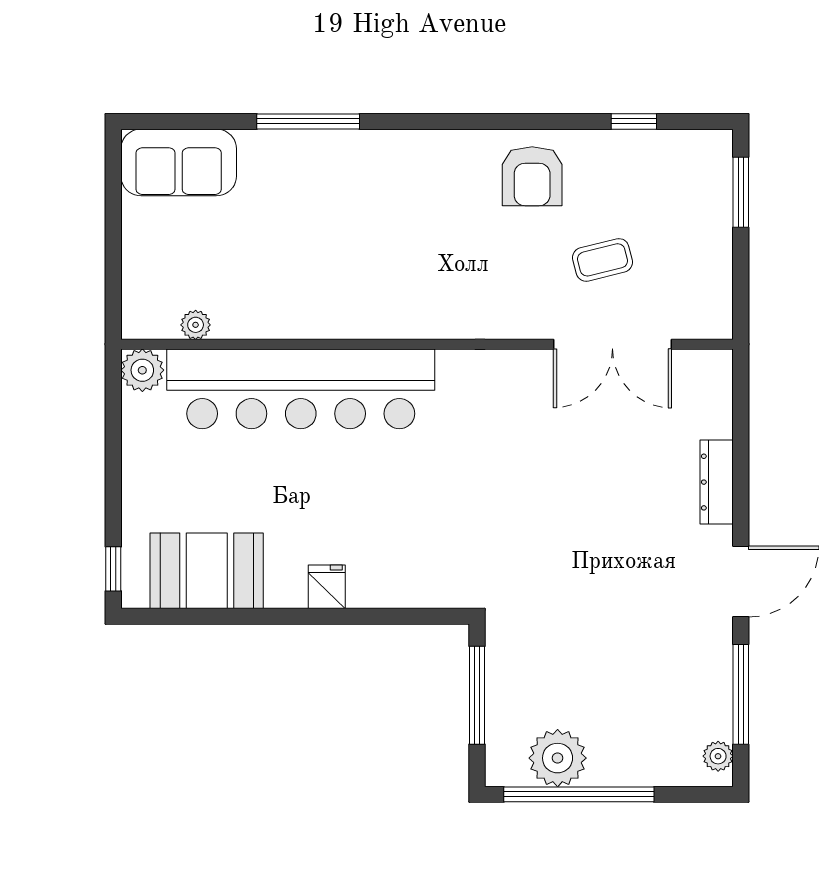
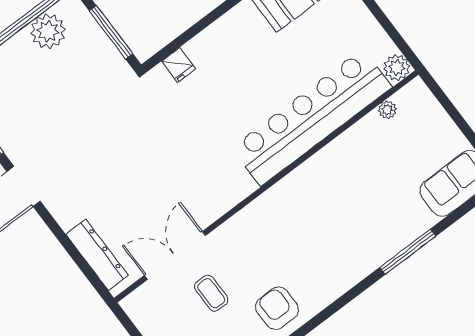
coffee table: (603, 260) -> (211, 293), turned -76
dresser: (717, 482) -> (97, 255), moved, width x1.37, depth x1.24
fridge: (327, 587) -> (179, 65), moved

